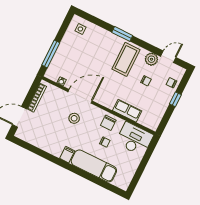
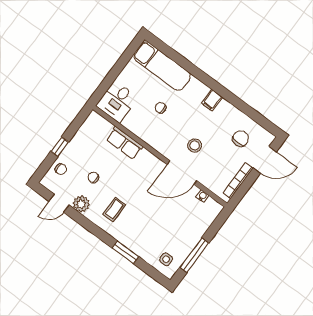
window: (122, 34) -> (125, 252), moved
window: (51, 54) -> (194, 255), moved
coffee table: (126, 59) -> (114, 210), width x0.54, depth x0.58
chair: (108, 123) -> (241, 139), moved
desk: (134, 139) -> (117, 102), width x0.73
exam couch: (94, 166) -> (162, 66), moved

